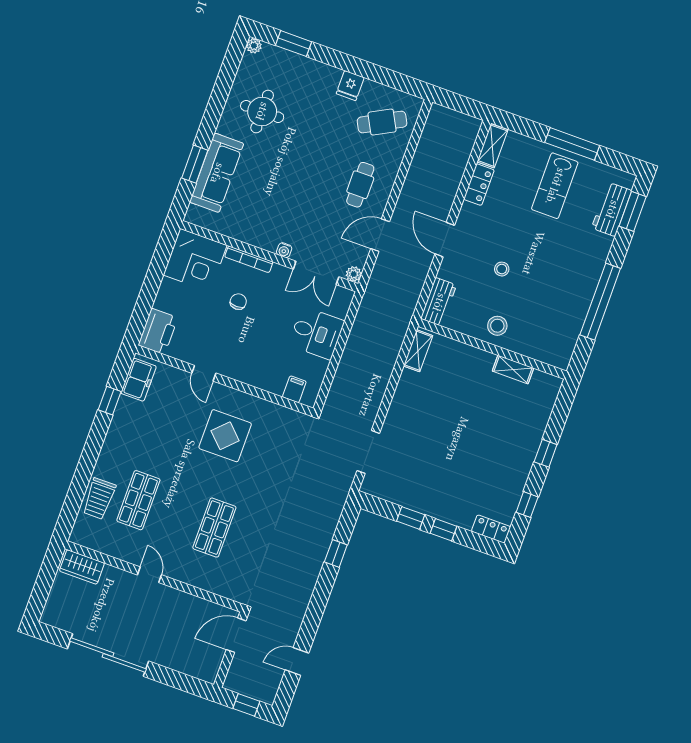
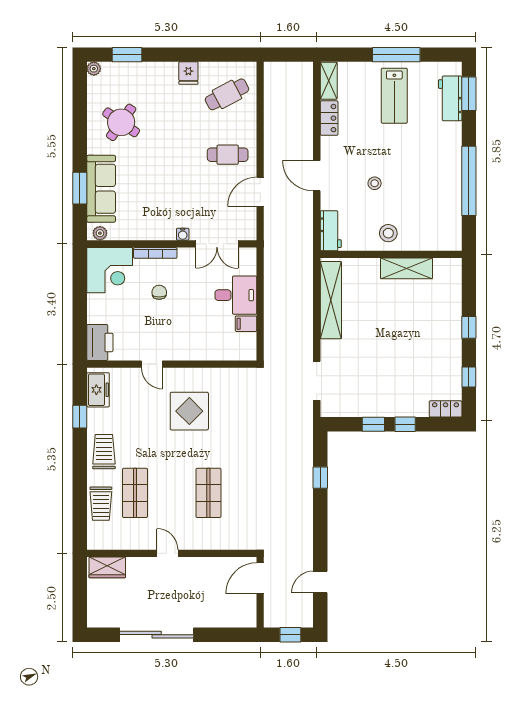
round table: (262, 111) -> (121, 122), turned 35
cafe table: (360, 185) -> (228, 155), turned 90
plant: (354, 274) -> (100, 233), moved
shelving: (418, 351) -> (331, 300), width x2.20, depth x1.33
shelving: (513, 370) -> (407, 268), width x1.50, depth x1.33
filing cabinet: (294, 389) -> (246, 324), moved, turned -90
trolley: (122, 446) -> (104, 452), added

